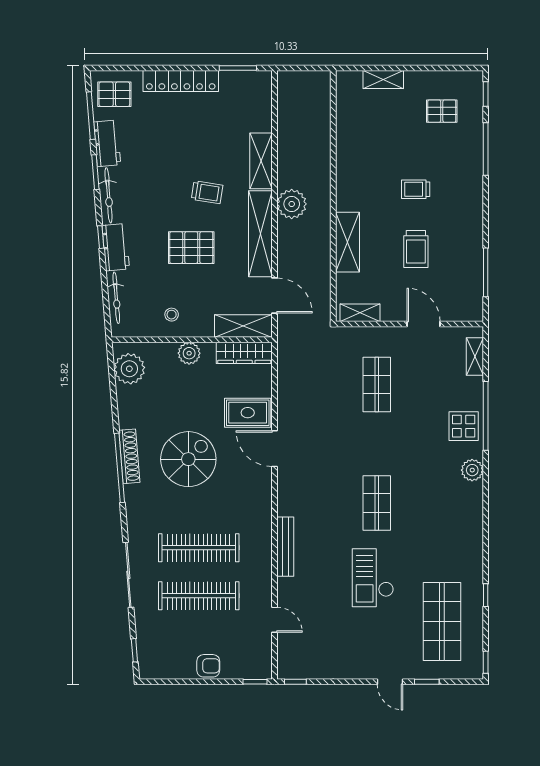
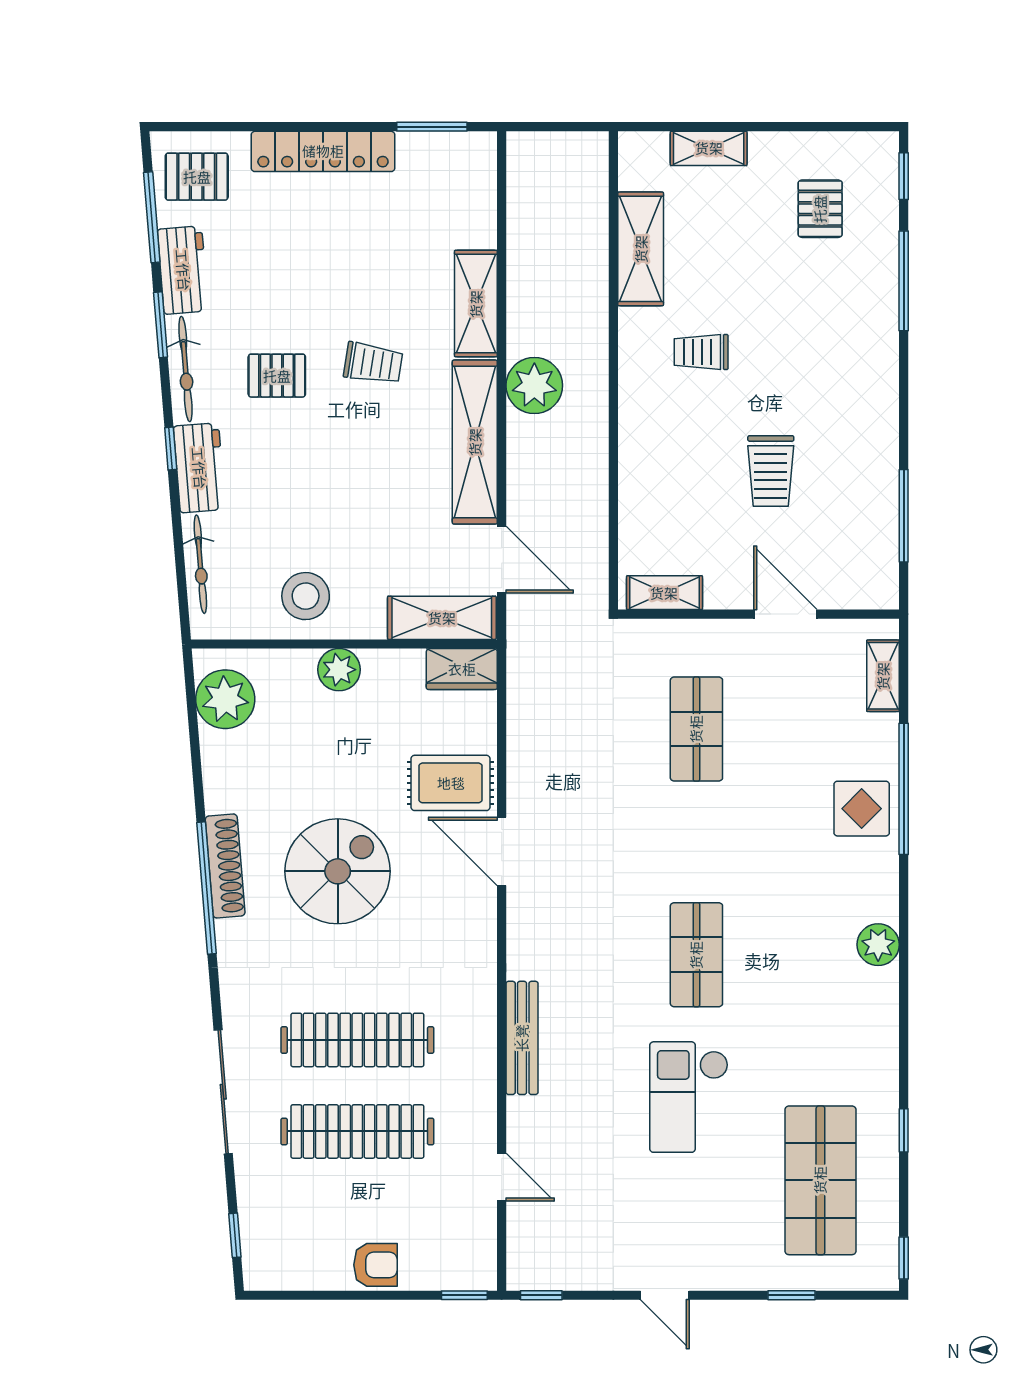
pallet: (442, 111) -> (820, 209), turned 90
trolley: (416, 189) -> (701, 352), moved
shelving: (347, 242) -> (641, 249), moved
pallet: (191, 248) -> (277, 376), moved, width x0.67, depth x0.71
stool: (172, 315) -> (306, 596), width x1.89, depth x1.89
wardrobe: (244, 353) -> (462, 669), width x0.67
plant: (472, 470) -> (878, 945), moved
door: (390, 682) -> (665, 1295), moved

